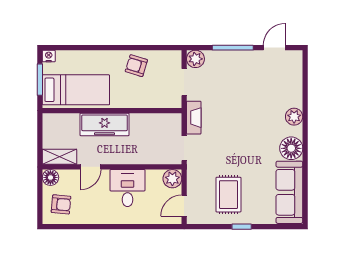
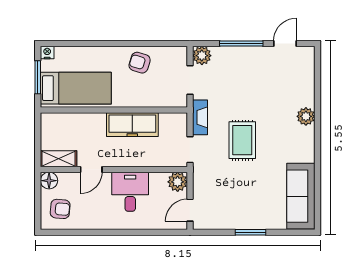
freezer: (105, 124) -> (132, 125), moved
floor lamp: (291, 148) -> (303, 150), removed
rug: (228, 195) -> (242, 140), moved
window: (242, 227) -> (251, 232), width x1.50

